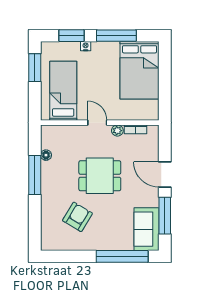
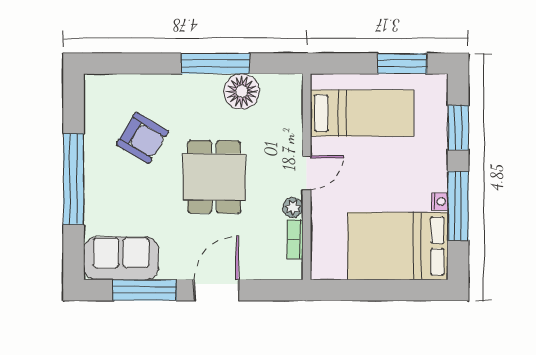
nightstand: (86, 46) -> (440, 202), moved
floor lamp: (46, 155) -> (242, 91), width x1.89, depth x1.89
window: (122, 256) -> (74, 179), moved

